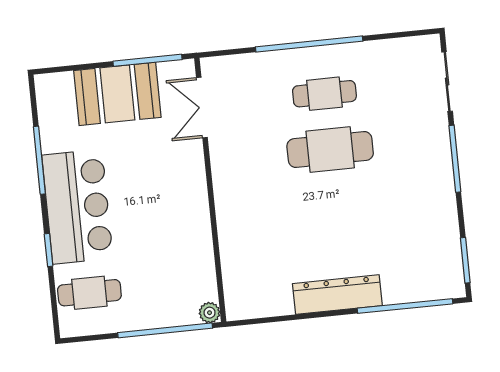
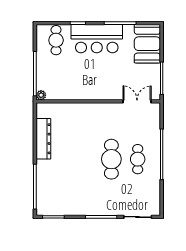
booth: (117, 94) -> (147, 44), moved
dresser: (337, 295) -> (43, 139), moved

